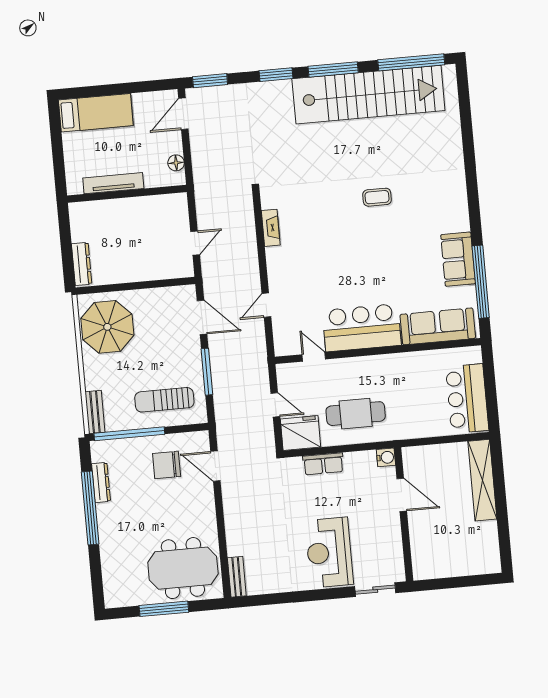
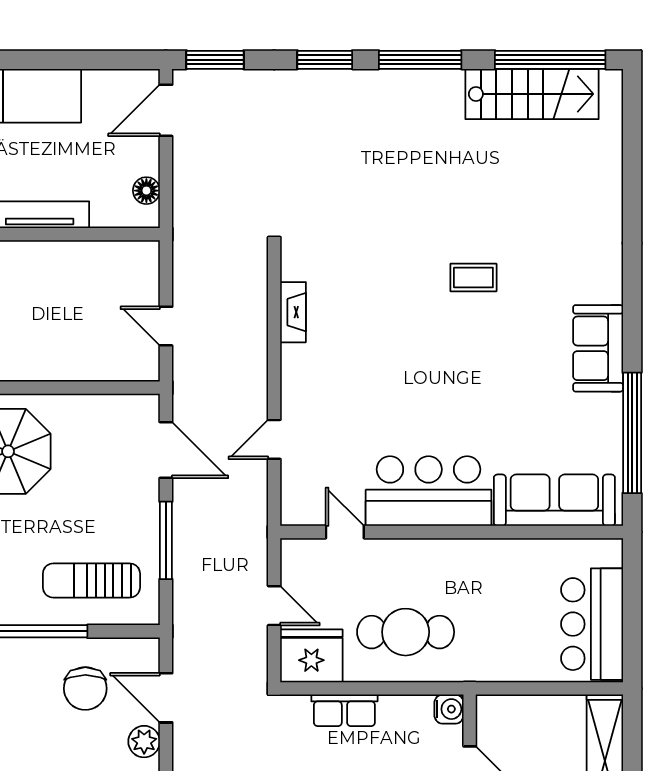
stairs: (368, 95) -> (532, 94), width x0.54, depth x0.66
door: (195, 243) -> (166, 326), swing flipped
sofa: (458, 259) -> (598, 348), moved
chair: (167, 465) -> (85, 689), turned -90
plant: (205, 494) -> (144, 742), added

